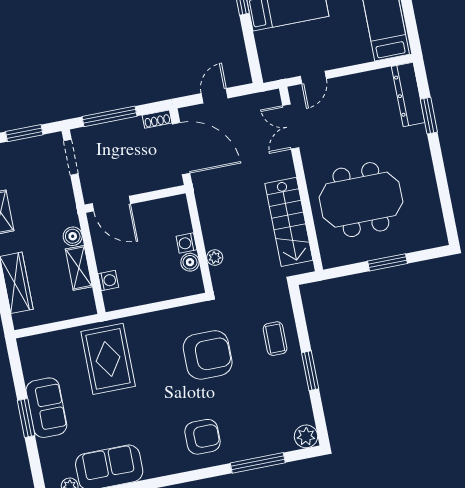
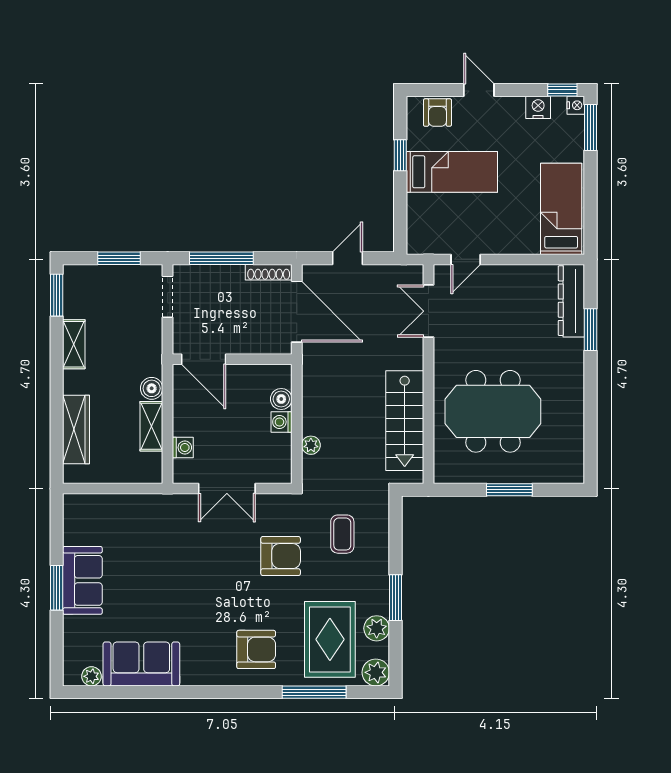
shoe rack: (157, 119) -> (269, 272), width x1.43
boiler: (190, 262) -> (281, 399), moved
double door: (152, 307) -> (227, 489), added
coffee table: (275, 339) -> (342, 534), moved
armchair: (208, 355) -> (281, 556), width x0.73, depth x0.73
rug: (108, 359) -> (330, 639), moved
plant: (299, 399) -> (377, 628), added

